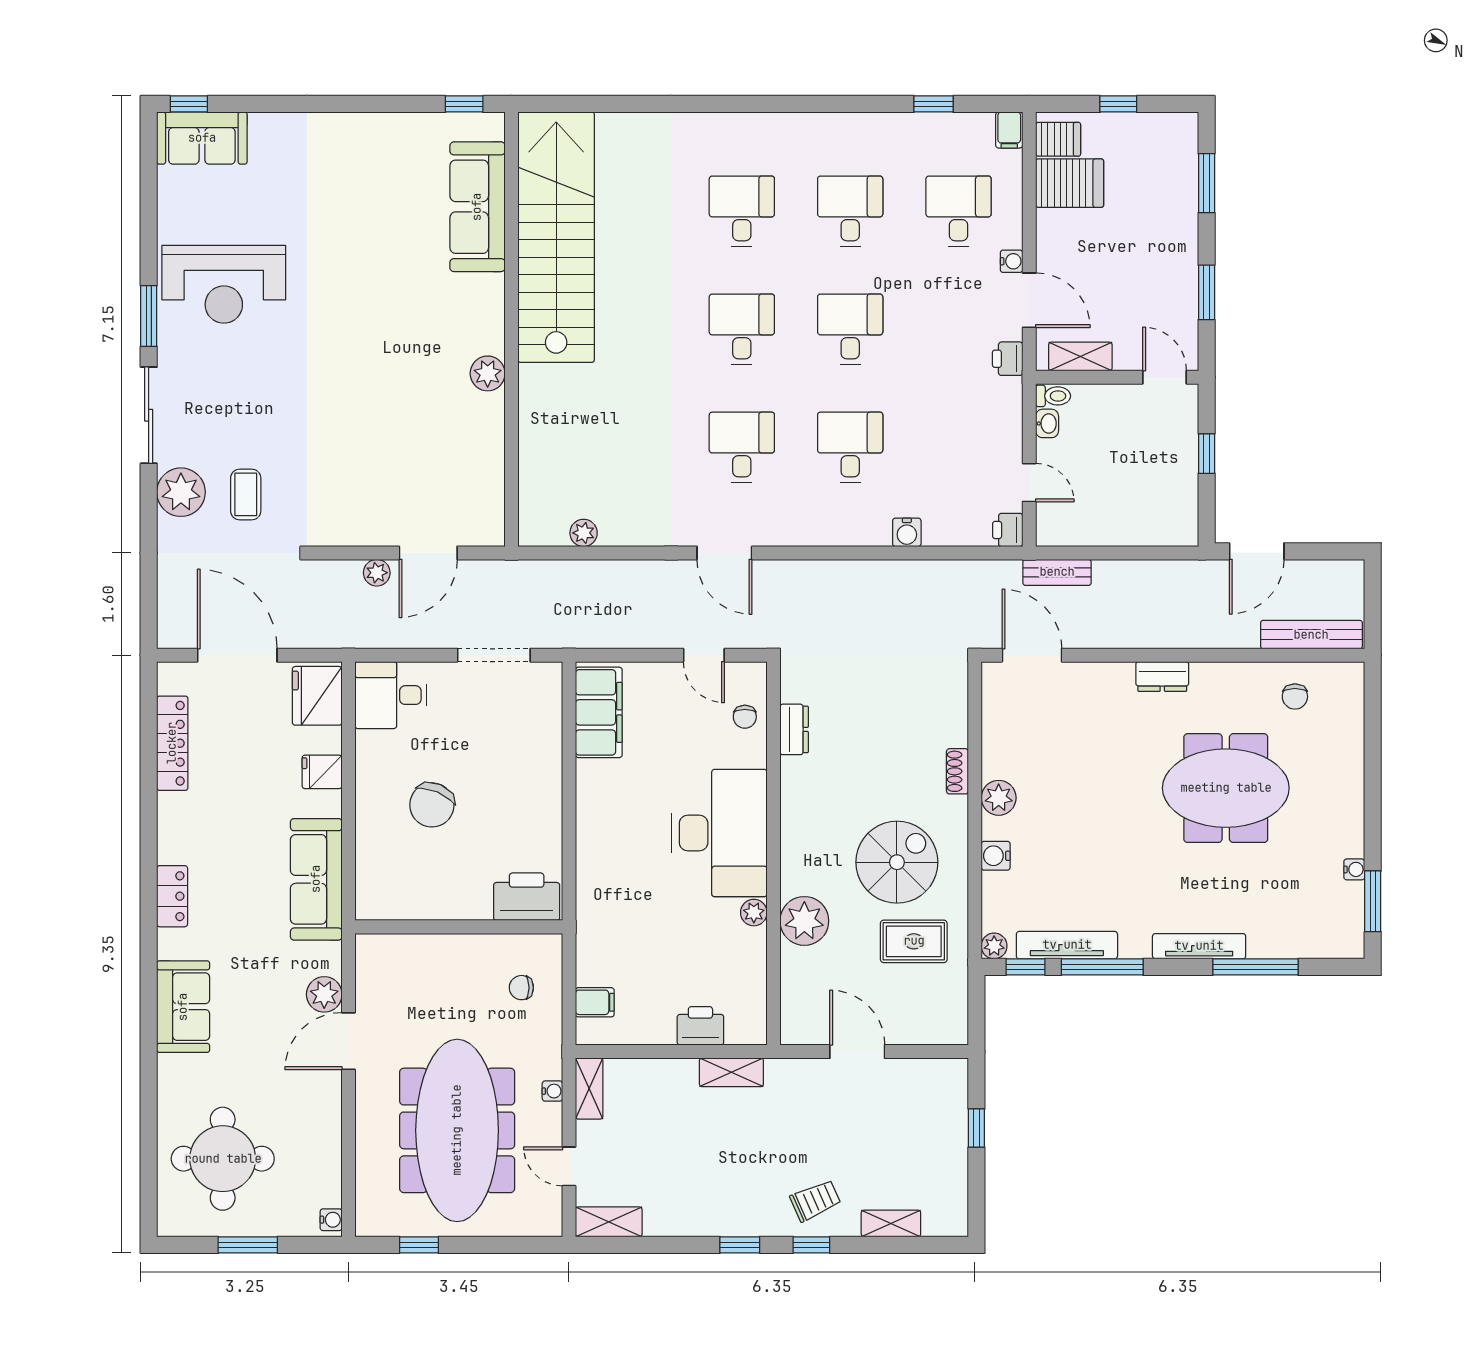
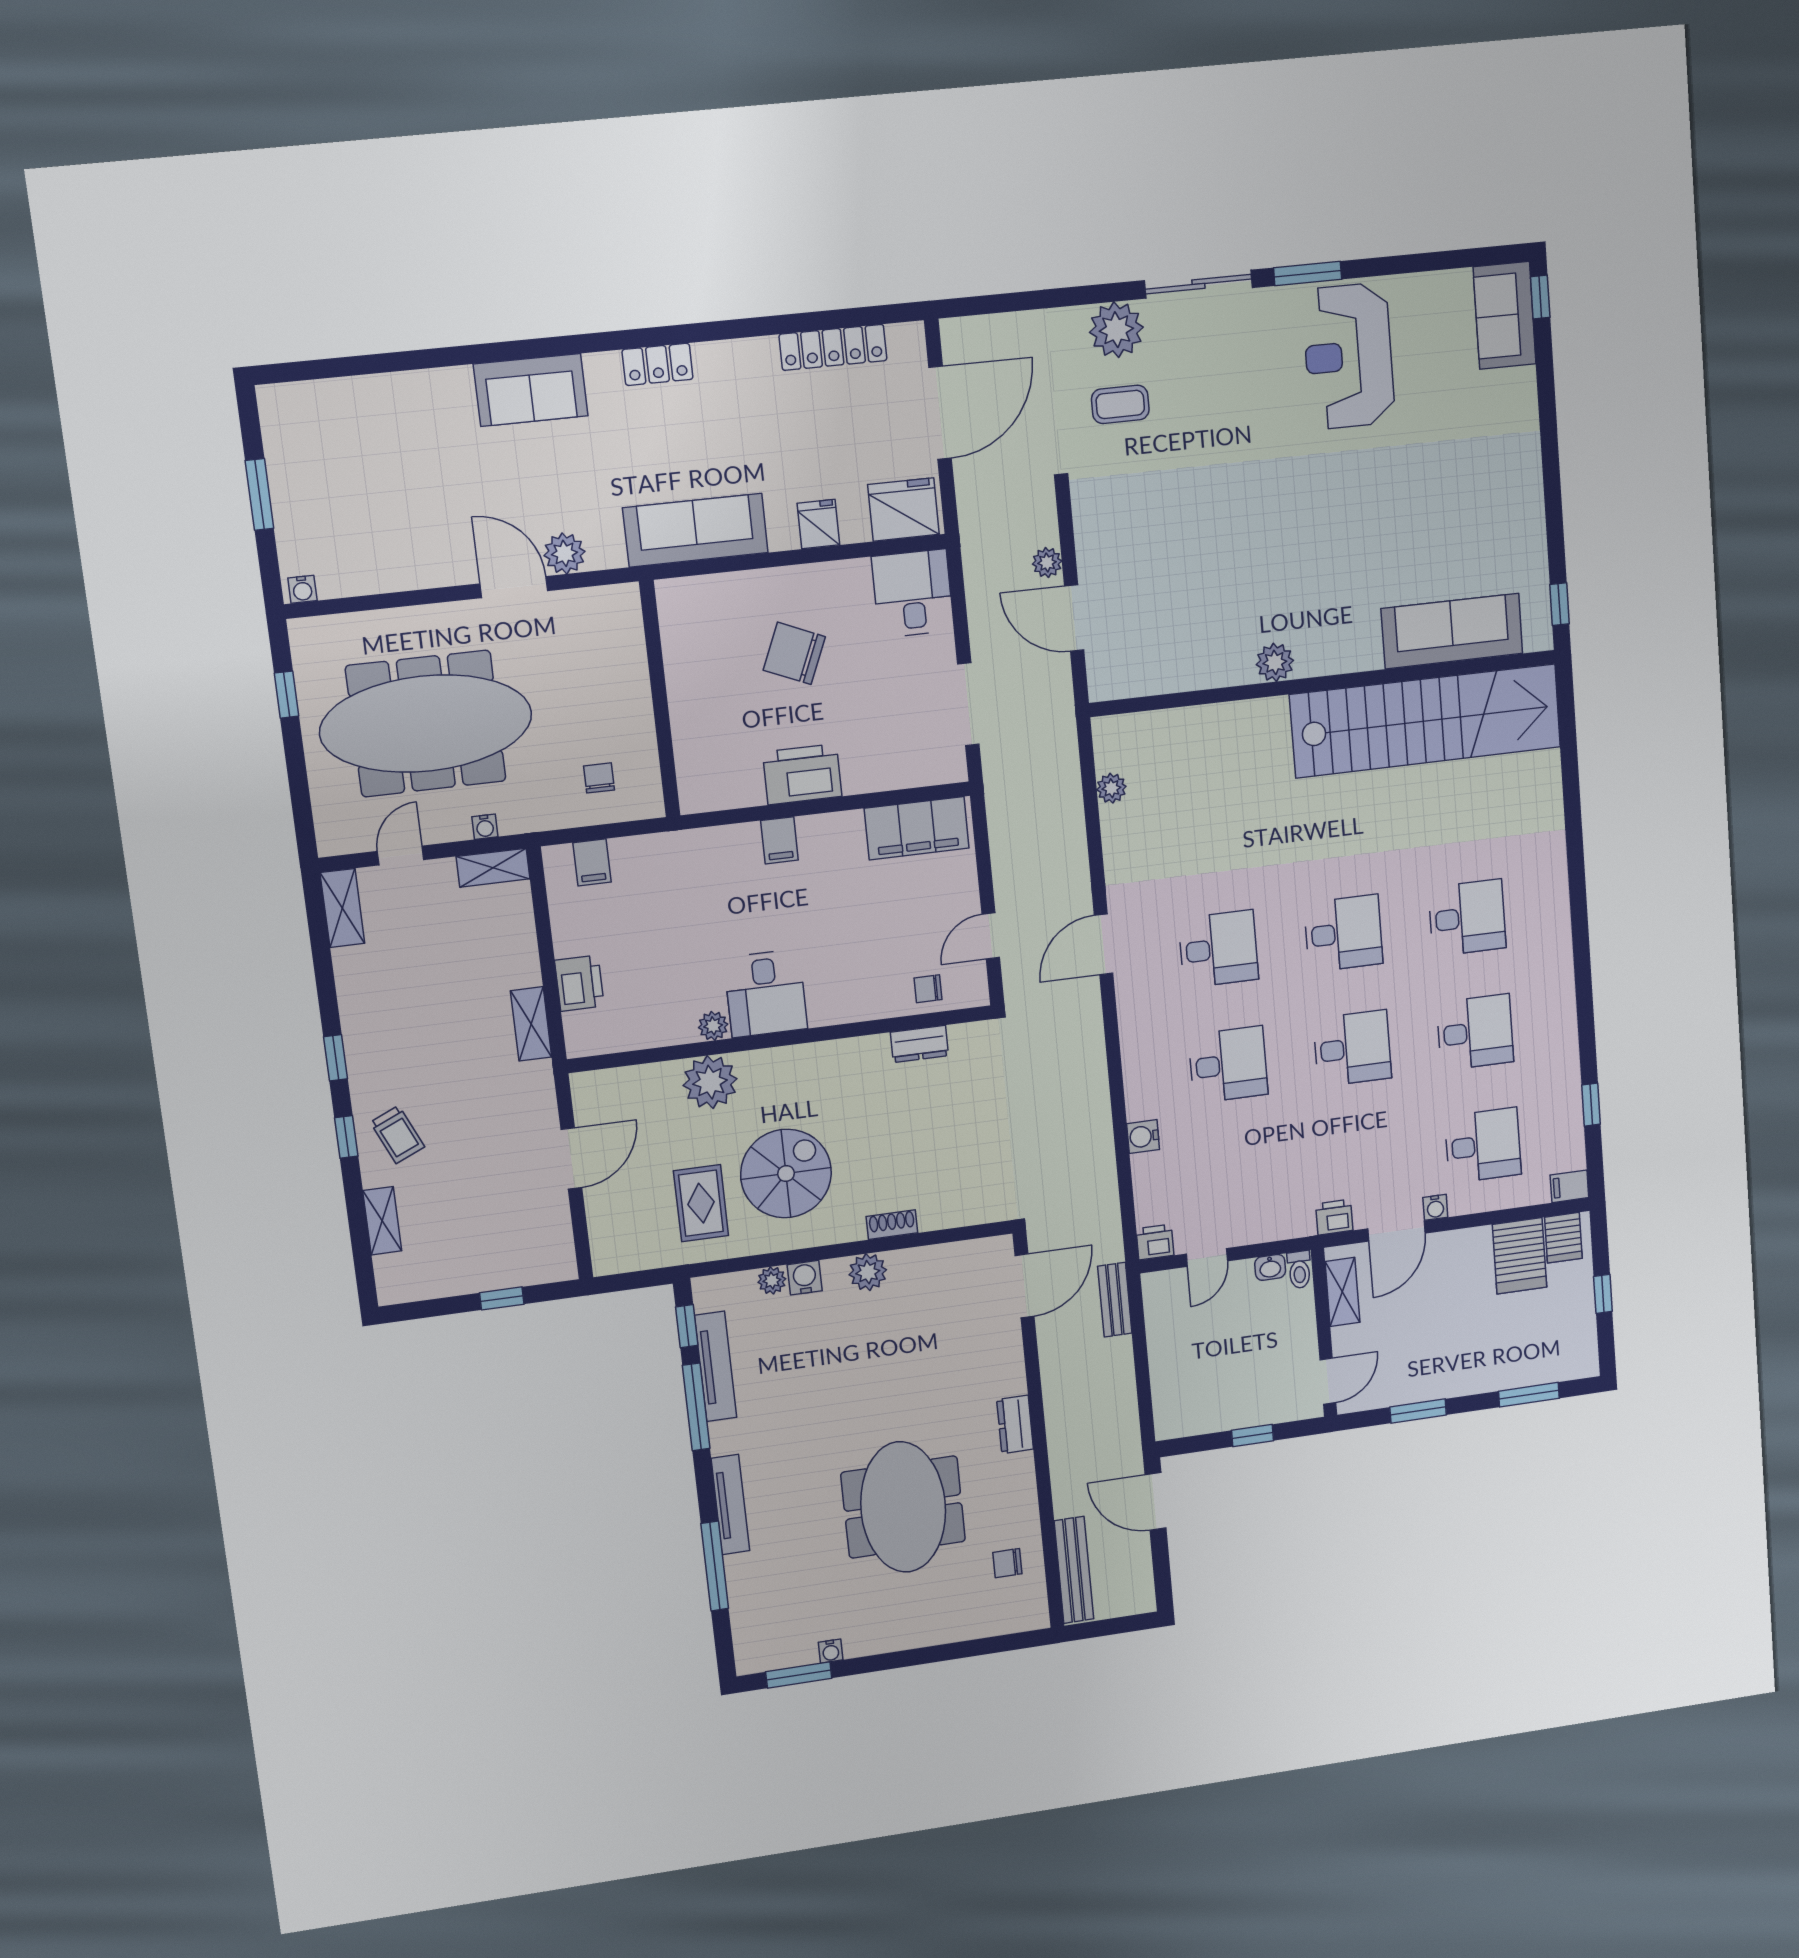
desk: (719, 833) -> (766, 993), width x0.53, depth x0.77
filing cabinet: (595, 836) -> (779, 840), added
spiral stairs: (897, 862) -> (786, 1174), turned -90
printer: (527, 897) -> (802, 774), moved, turned -90
plant: (994, 946) -> (772, 1281), moved
round table: (223, 1159) -> (358, 454), removed

